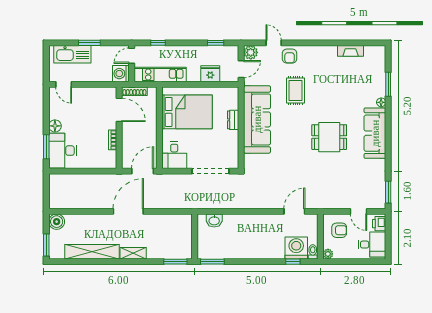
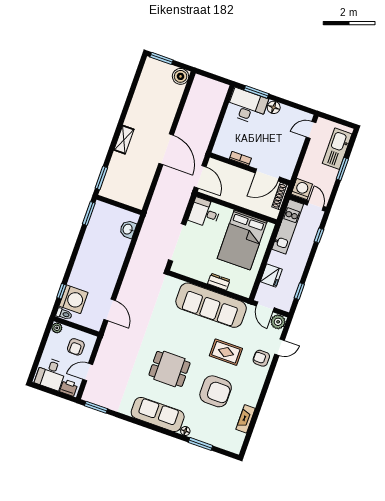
armchair: (335, 87) -> (216, 391), added
dining table: (329, 137) -> (169, 369), turned 90
shelving: (92, 252) -> (139, 100), removed

